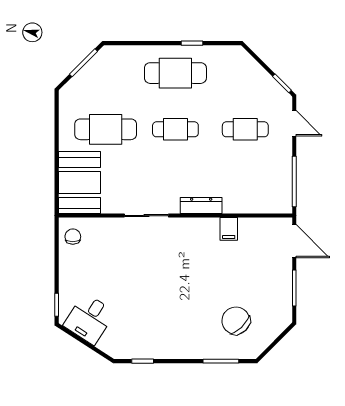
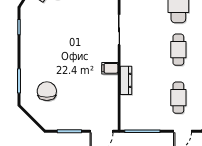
dresser: (201, 206) -> (126, 80), moved
filing cabinet: (229, 229) -> (110, 68), moved
chair: (236, 321) -> (47, 91), turned -46

